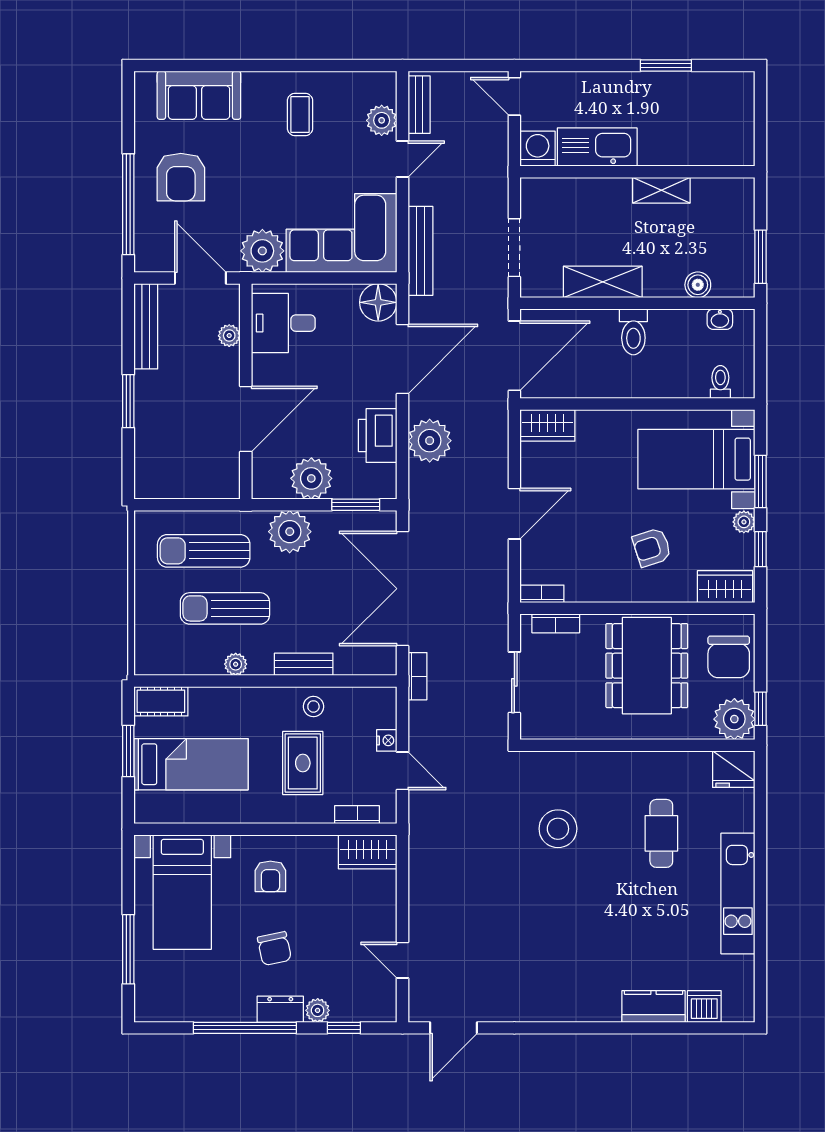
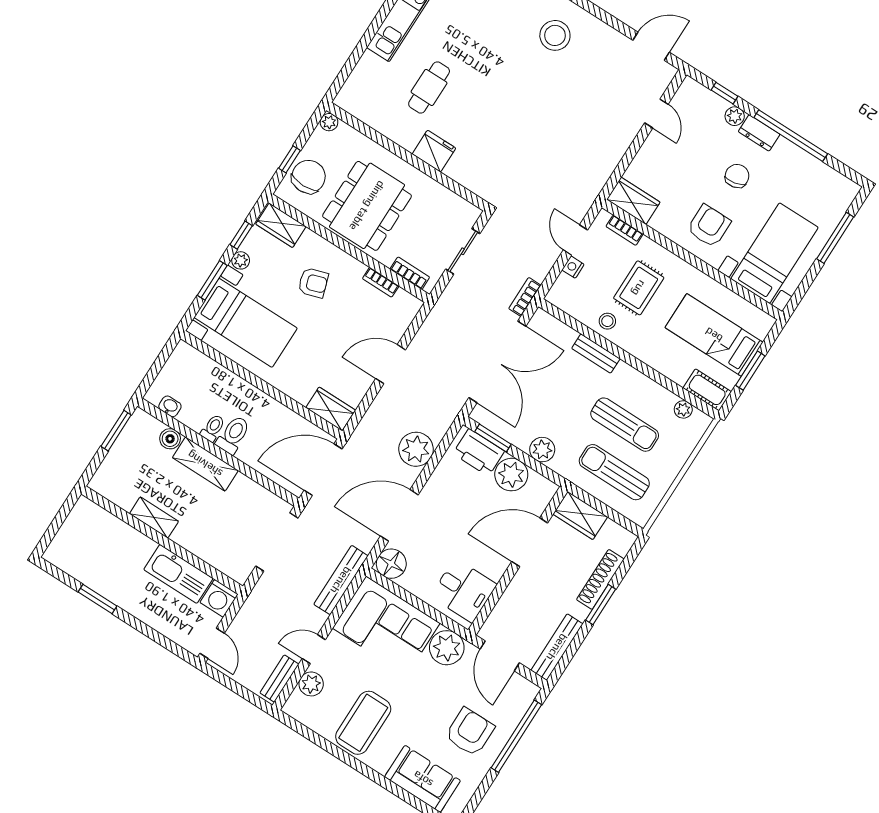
coffee table: (300, 115) -> (363, 723), width x1.86, depth x1.72
doorway: (514, 248) -> (277, 542), width x1.36
shelving: (603, 282) -> (205, 464), moved
plant: (229, 336) -> (505, 605), removed
toilet: (720, 382) -> (213, 428), moved, turned 180
shoe rack: (146, 428) -> (600, 579), added
printer: (378, 436) -> (479, 452), moved, turned 90
wardrobe: (210, 482) -> (580, 515), added
plant: (290, 532) -> (542, 450), width x0.73, depth x0.73
sun lounger: (204, 551) -> (614, 472), turned 180
bookcase: (542, 594) -> (381, 282), moved
plant: (236, 664) -> (683, 409), moved
window: (761, 709) -> (290, 159), moved
plant: (734, 719) -> (329, 122), width x0.53, depth x0.53
fridge: (734, 769) -> (434, 151), moved
stool: (558, 829) -> (555, 35), moved
armchair: (270, 876) -> (709, 226), width x1.38, depth x1.38

